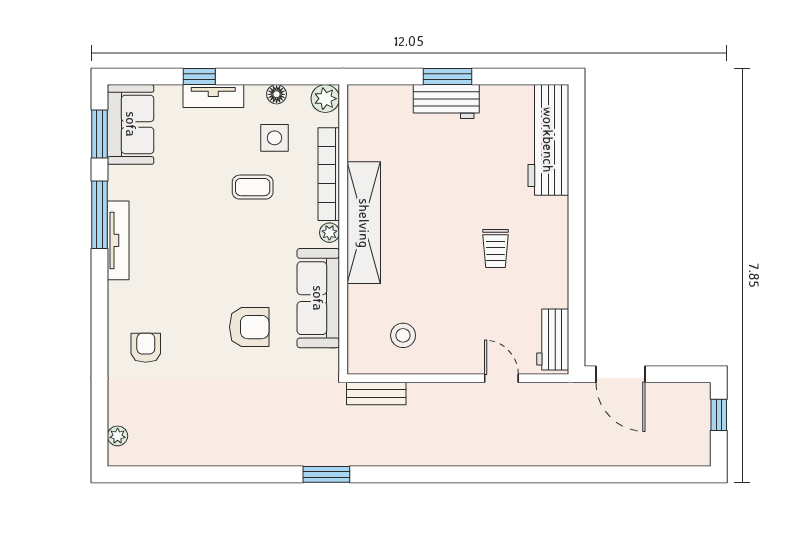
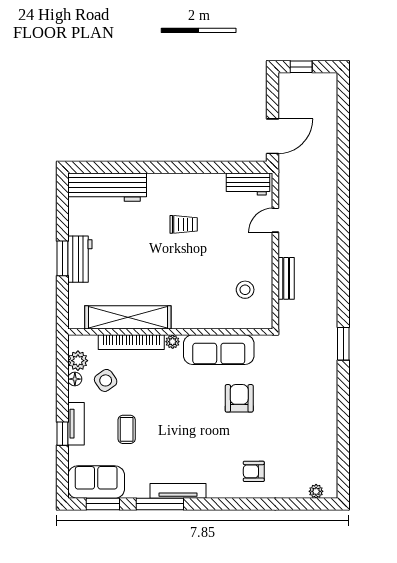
plant: (325, 99) -> (78, 361), moved
side table: (274, 138) -> (106, 380), turned -35
coffee table: (253, 187) -> (127, 429), moved
shelving: (364, 223) -> (128, 317), moved
bench: (376, 393) -> (286, 278), moved

